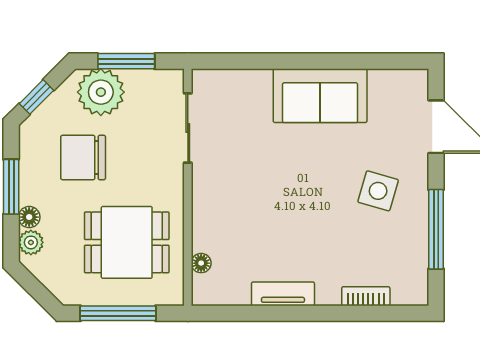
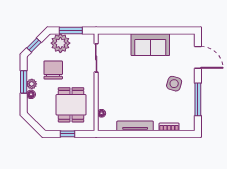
chair: (83, 158) -> (53, 70), turned 90
plant: (31, 242) -> (32, 84), moved
dining table: (127, 242) -> (71, 105), turned 90
tv unit: (283, 294) -> (135, 126), width x1.41
window: (118, 313) -> (67, 134), width x0.46

